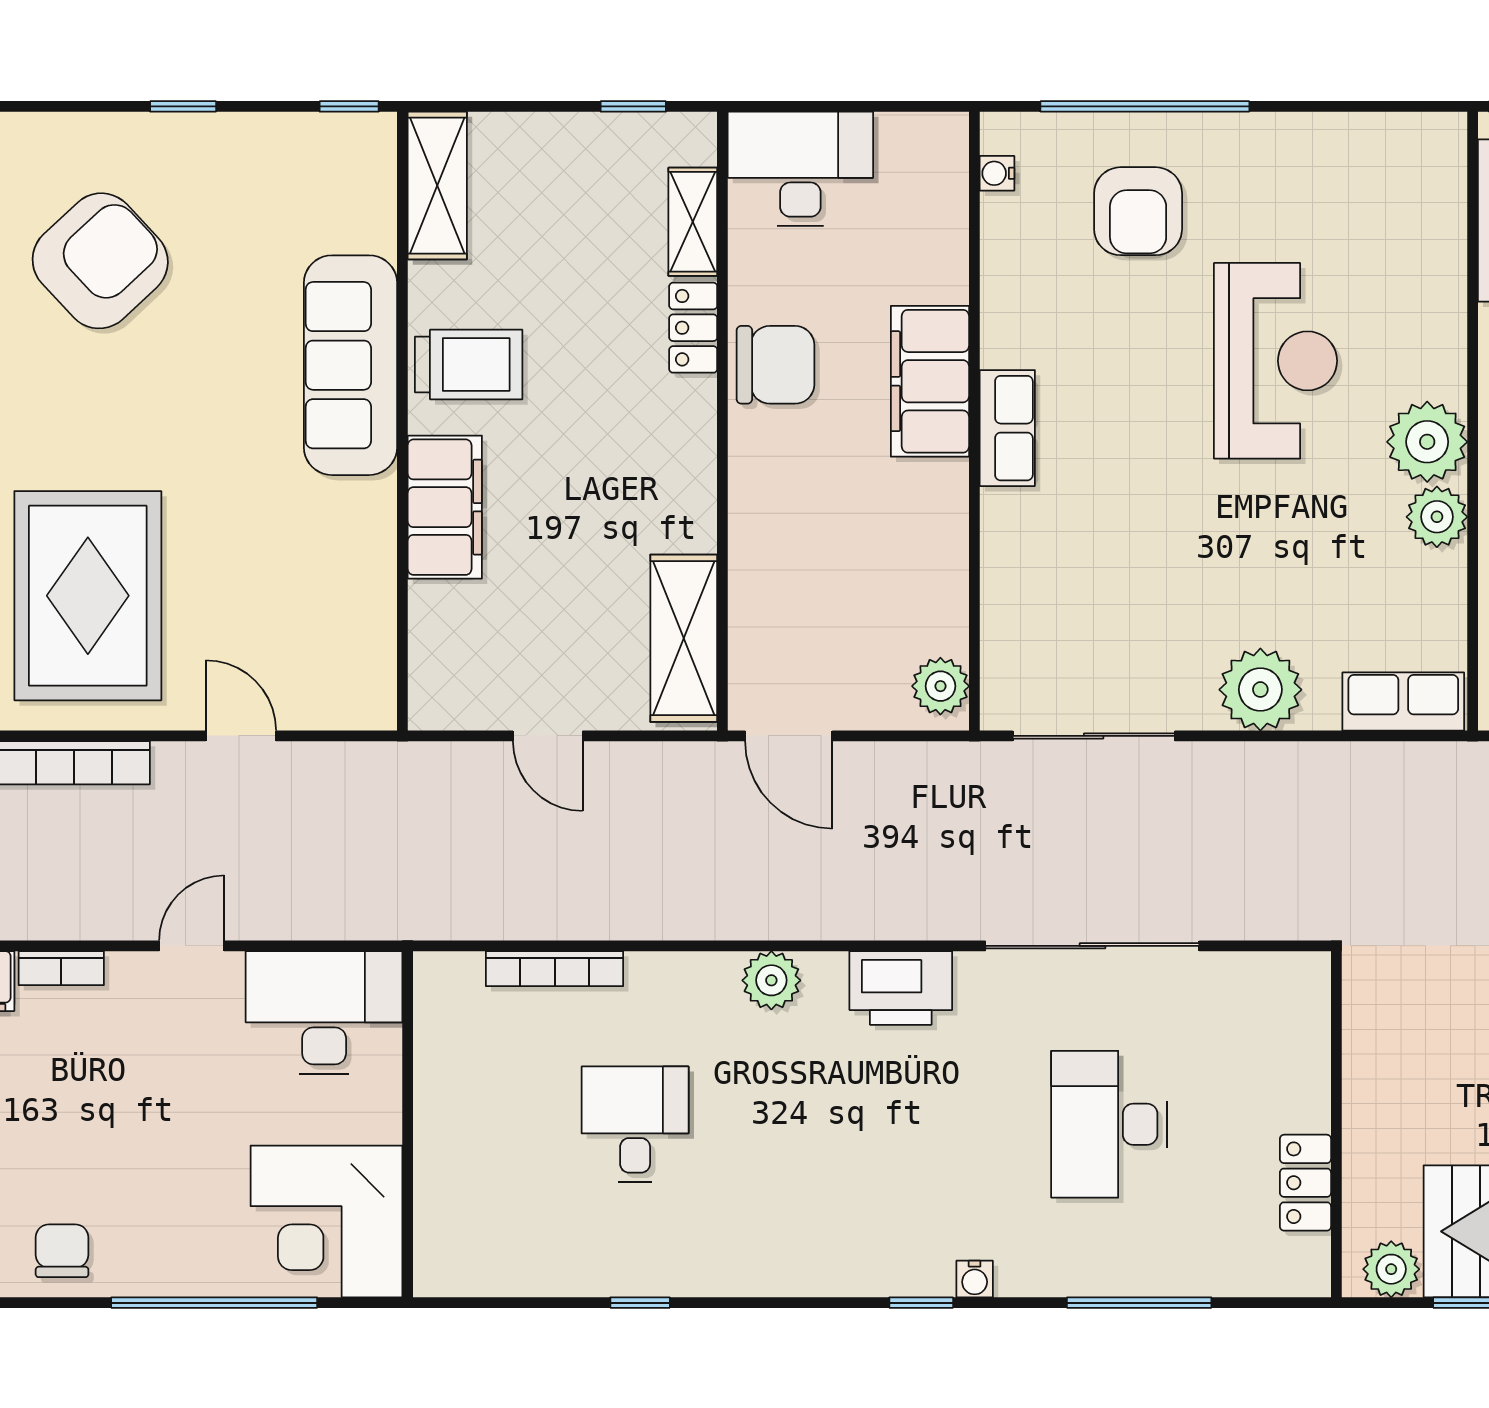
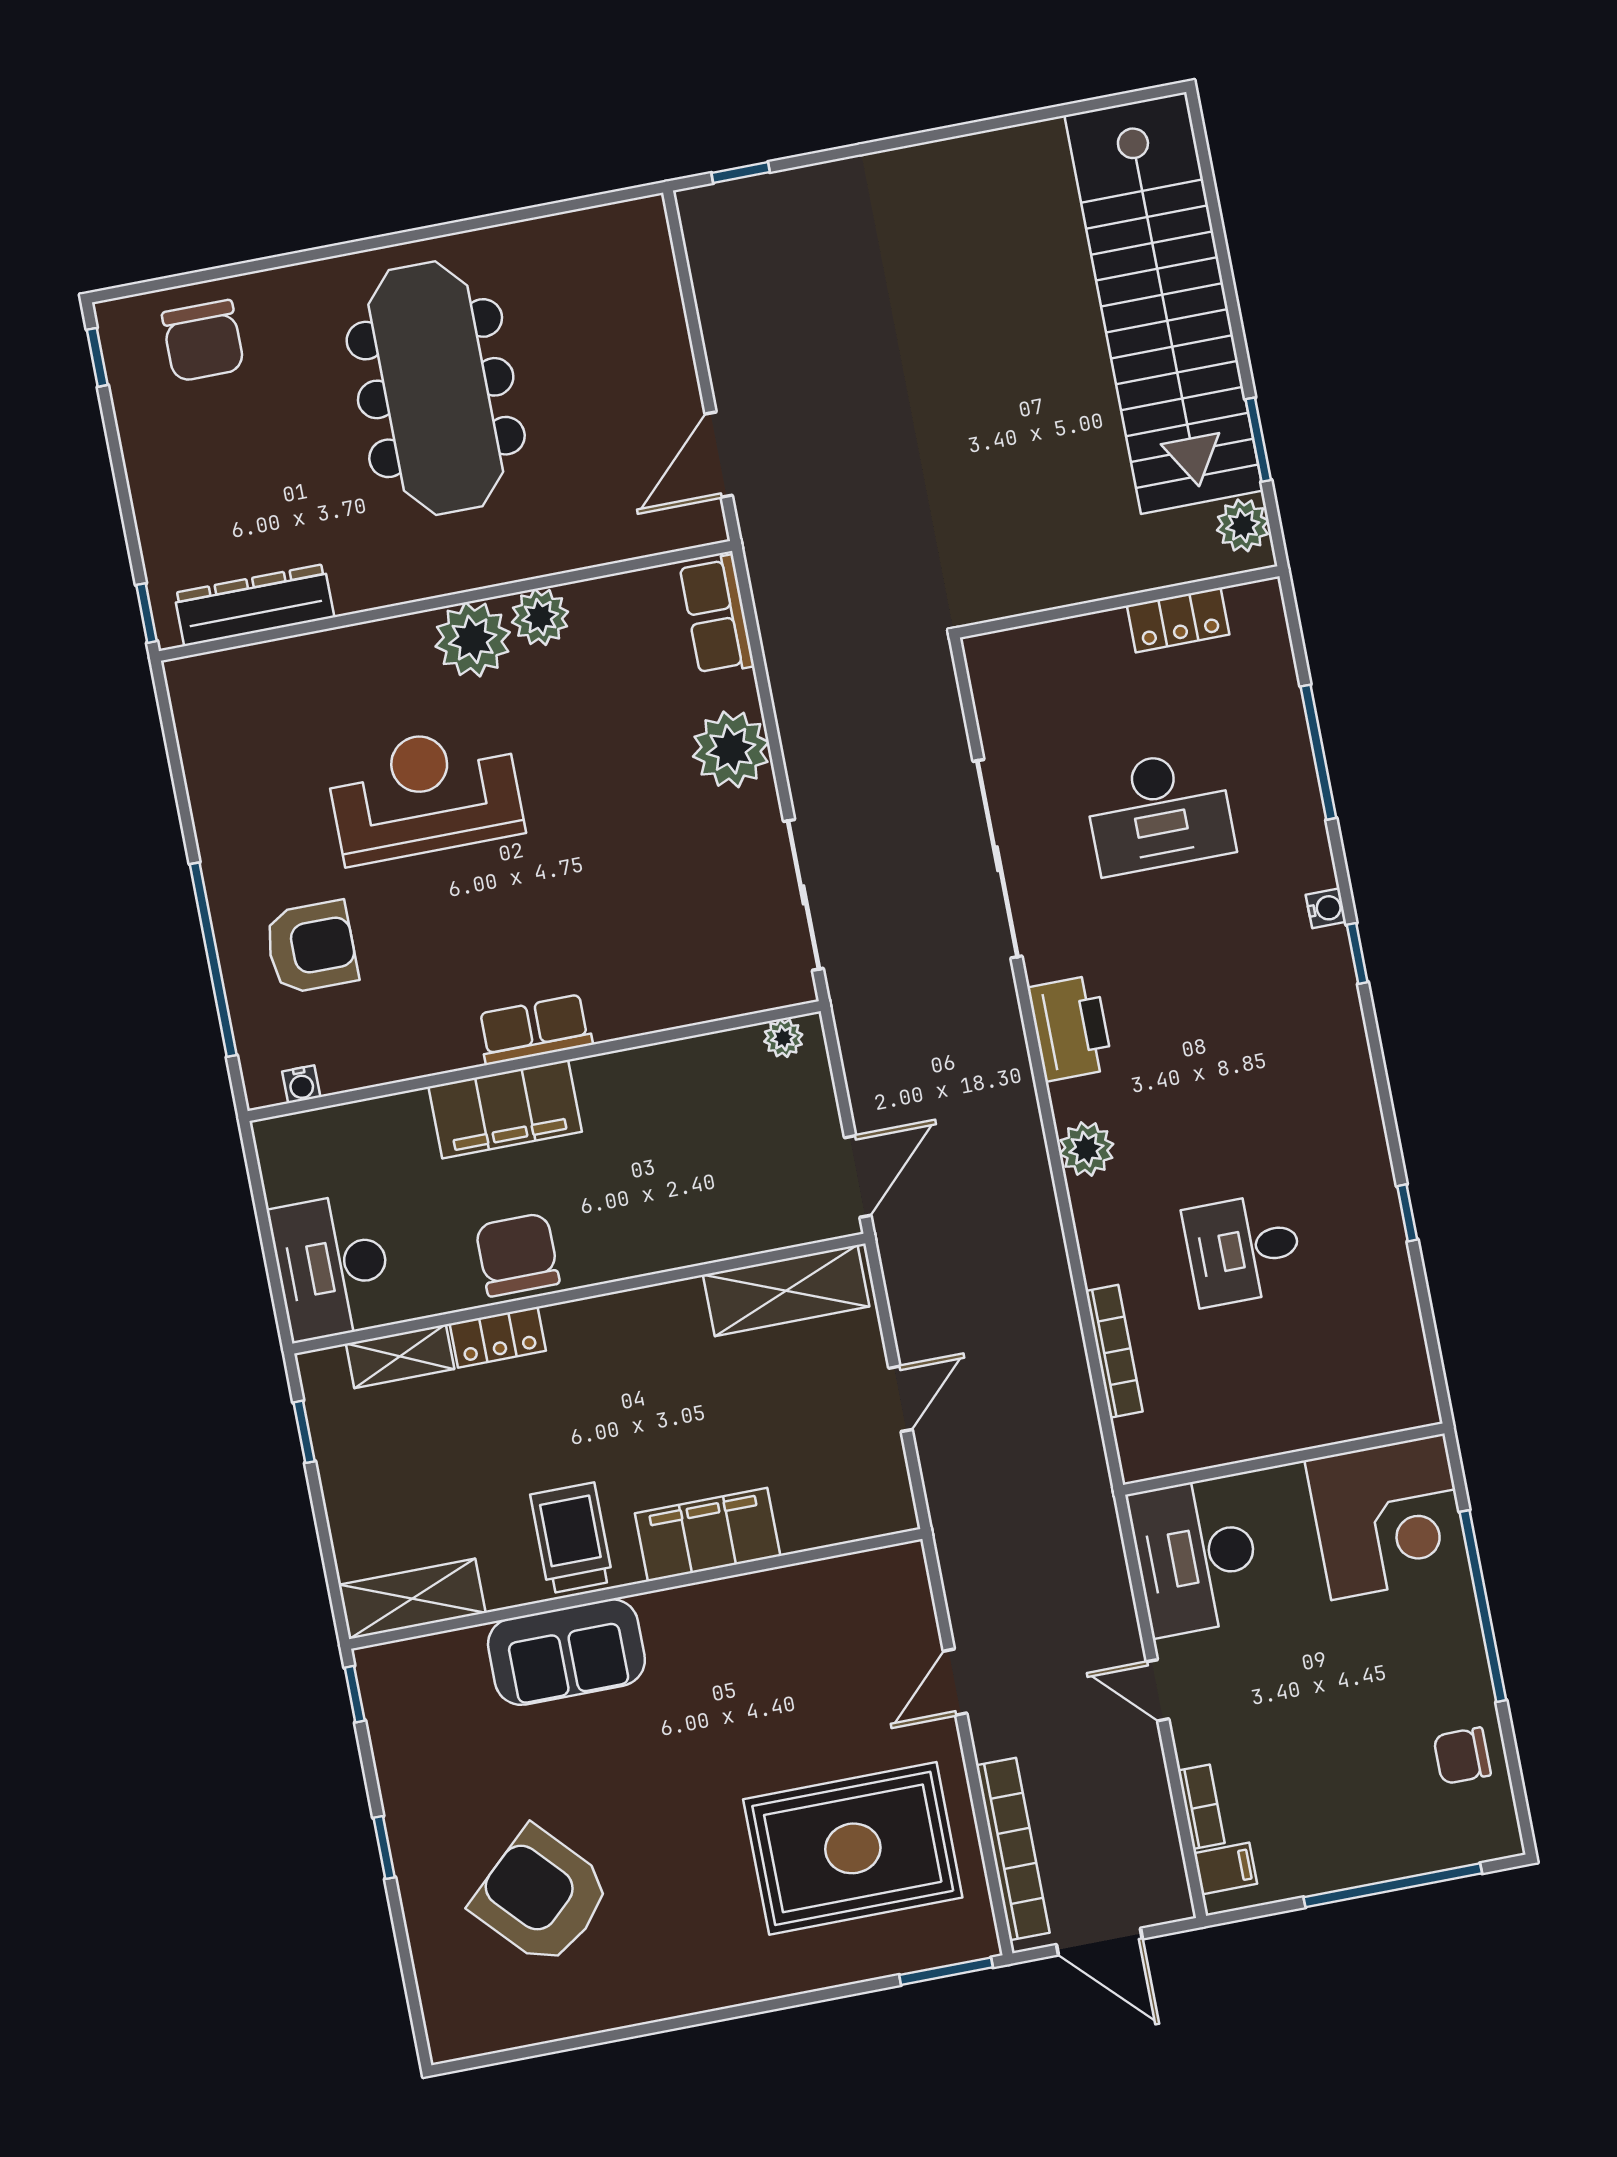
sofa: (351, 365) -> (566, 1652), width x0.73
plant: (940, 686) -> (783, 1038), width x0.73, depth x0.73

